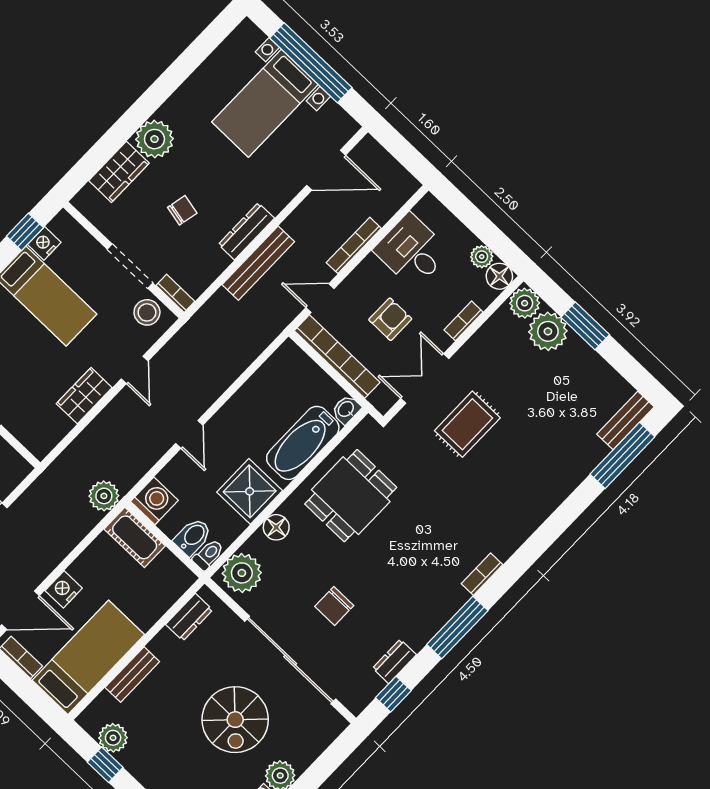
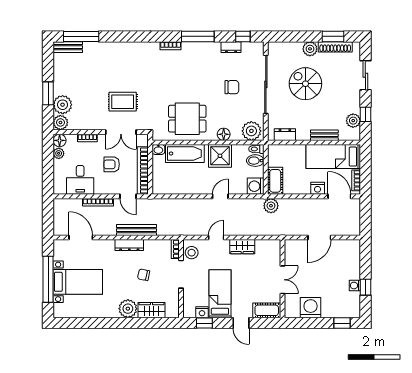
spiral stairs: (235, 720) -> (305, 84), turned -90

